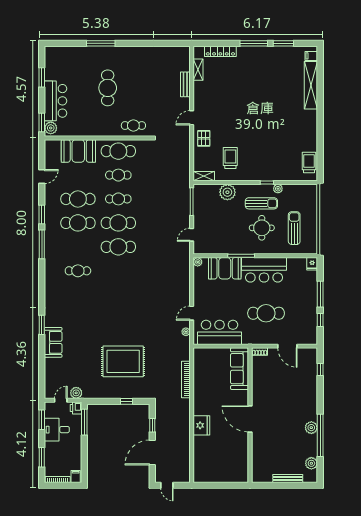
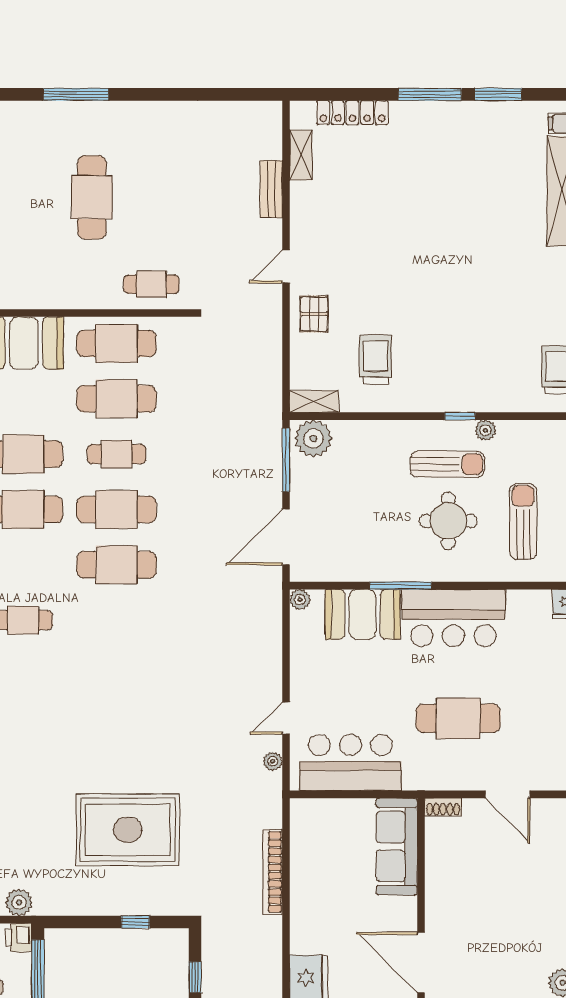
cafe table: (118, 175) -> (117, 399), width x1.37, depth x1.35
plant: (227, 192) -> (313, 438), moved
door: (192, 235) -> (286, 537), width x1.88

